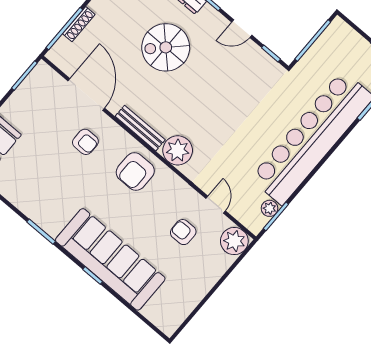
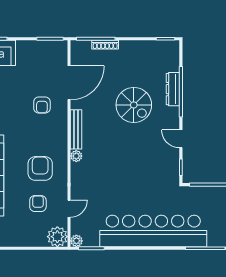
spiral stairs: (166, 47) -> (134, 105), turned 180
plant: (178, 150) -> (76, 156), width x0.53, depth x0.53
armchair: (135, 172) -> (40, 168), moved, turned 90
plant: (269, 208) -> (76, 241), moved

